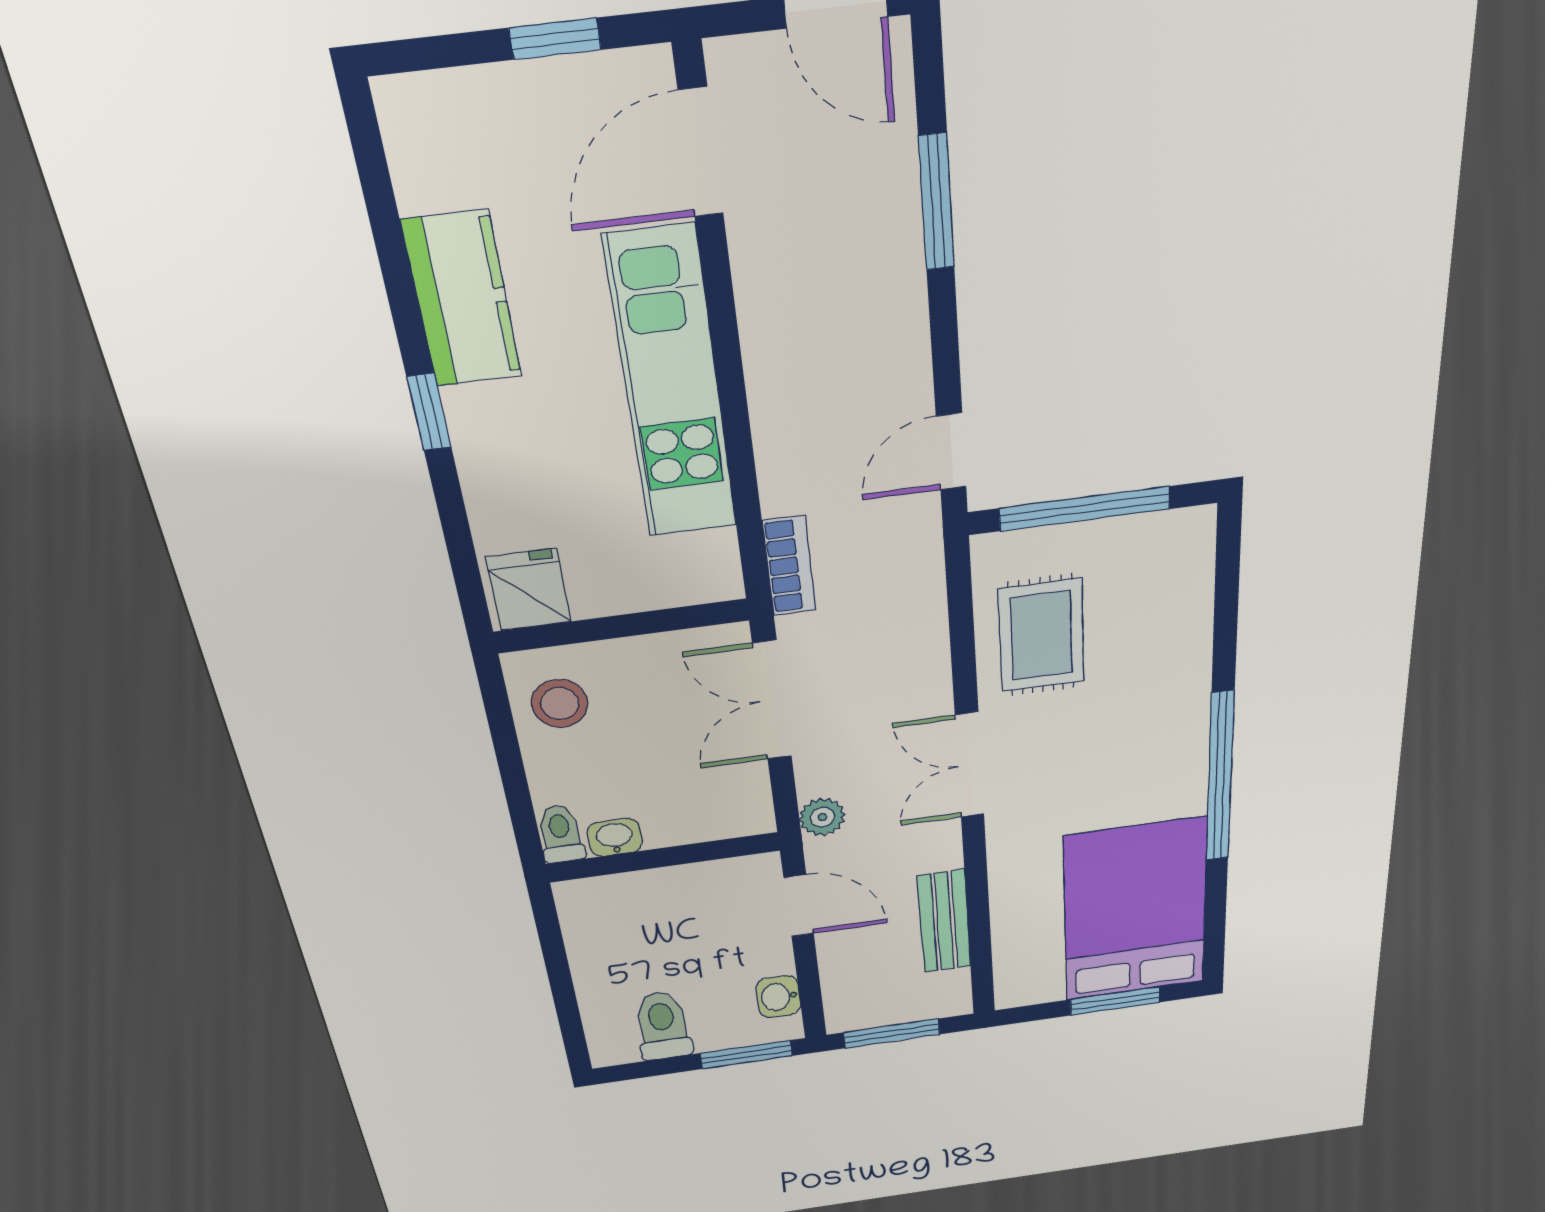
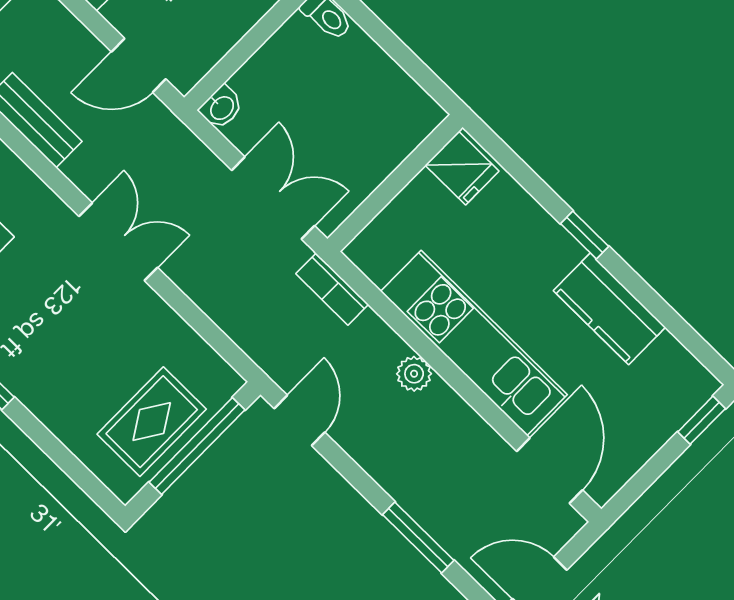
window: (555, 39) -> (702, 420), moved
rug: (1041, 636) -> (152, 422), moved, turned 90
stool: (560, 703) -> (393, 107), removed
plant: (822, 817) -> (414, 374), moved
washbasin: (615, 837) -> (221, 107), moved

